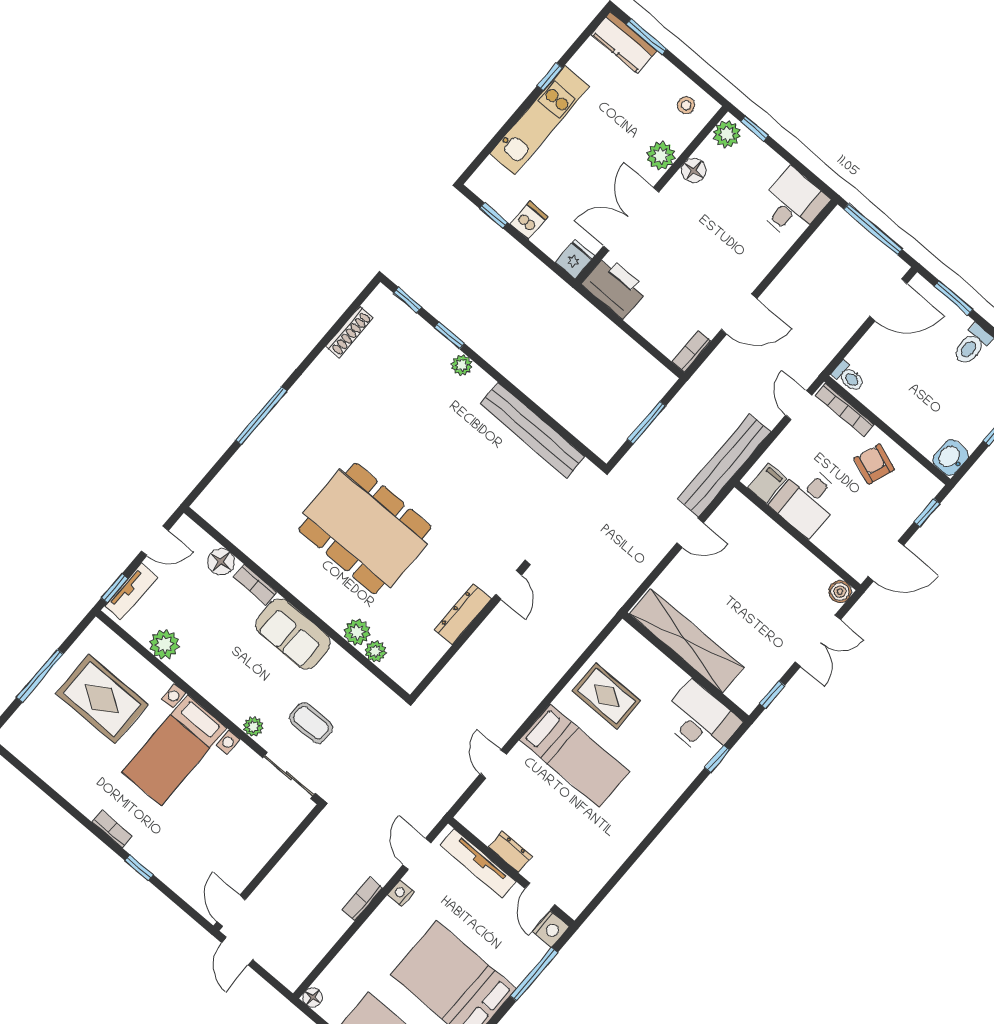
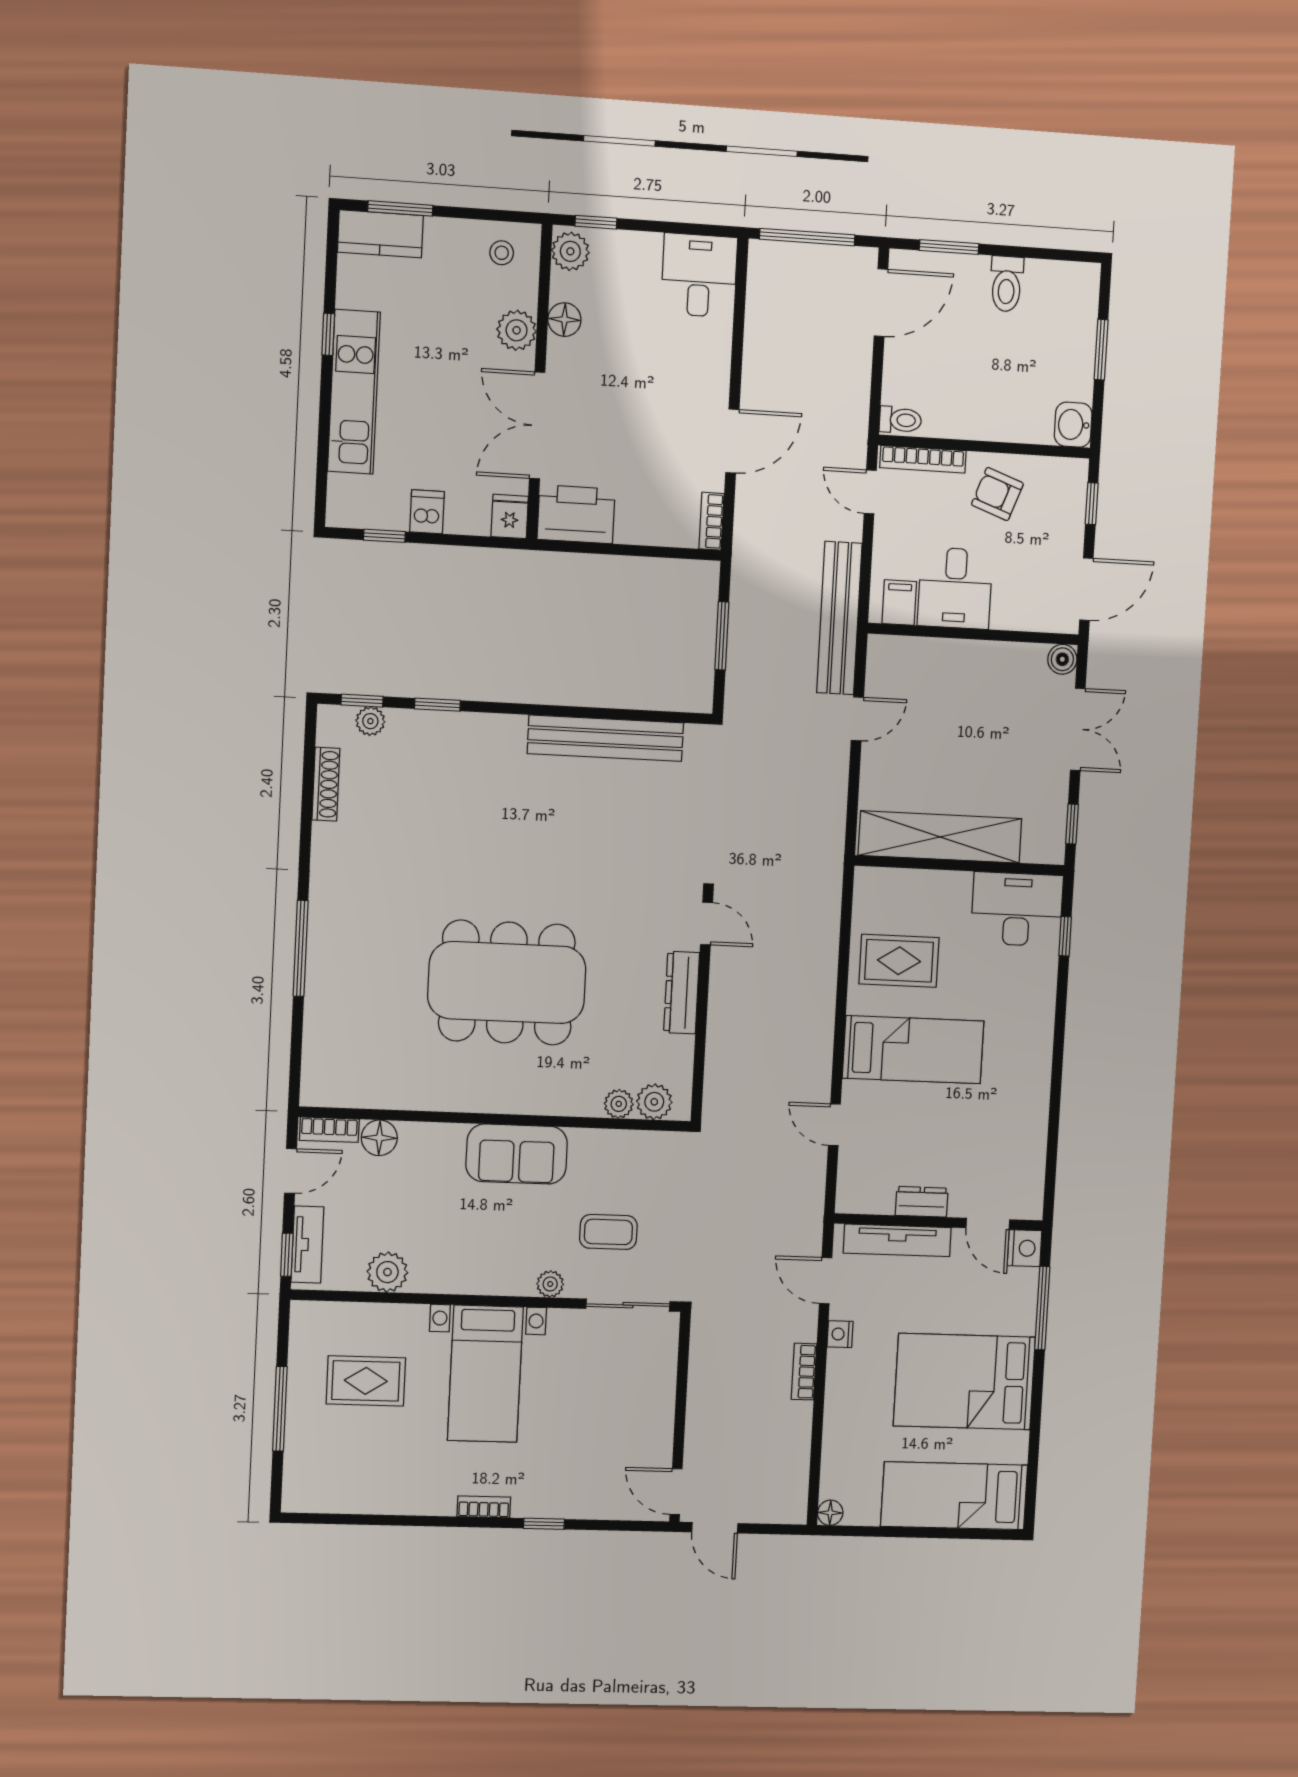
plant: (462, 365) -> (370, 721), moved
bookcase: (255, 585) -> (329, 1130), moved
plant: (357, 632) -> (654, 1102), moved
rug: (102, 699) -> (366, 1381), width x0.73, depth x0.70

